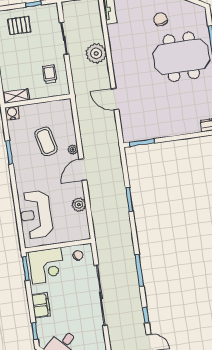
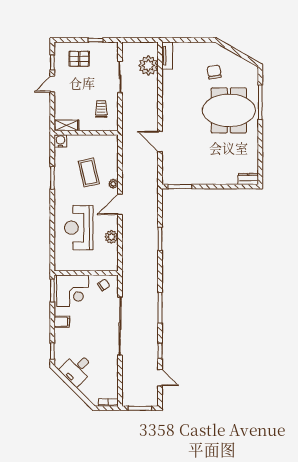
plant: (96, 53) -> (148, 65), moved
reception desk: (36, 215) -> (79, 228), moved
filing cabinet: (41, 305) -> (62, 322), width x0.50

